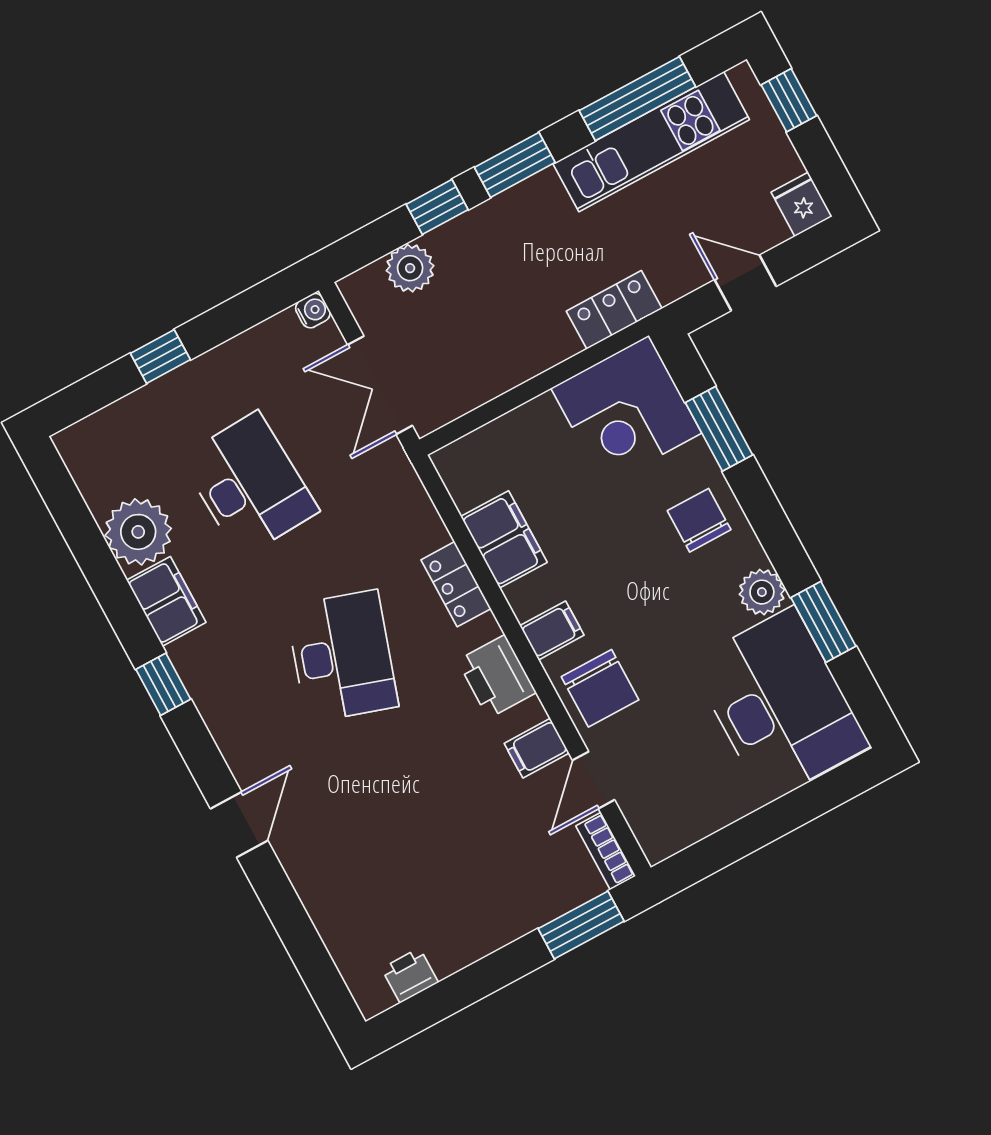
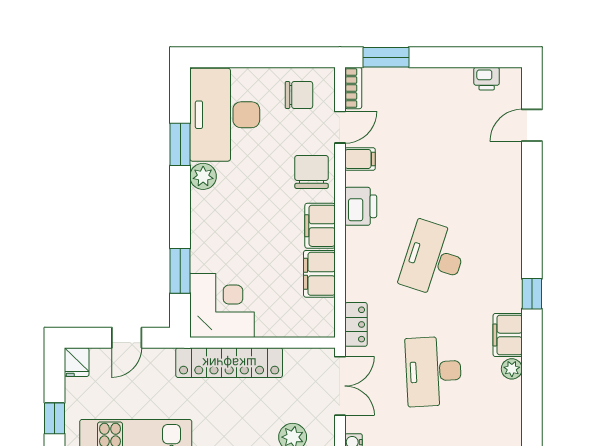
door: (745, 283) -> (127, 338), hinge flipped
locker: (614, 310) -> (229, 363), width x2.16, depth x1.21
chair: (699, 520) -> (299, 95), moved, turned -90
plant: (138, 532) -> (512, 369), width x0.53, depth x0.53
locker: (456, 584) -> (356, 324), moved
filing cabinet: (552, 630) -> (320, 226), width x2.00
door: (239, 825) -> (532, 125), moved

